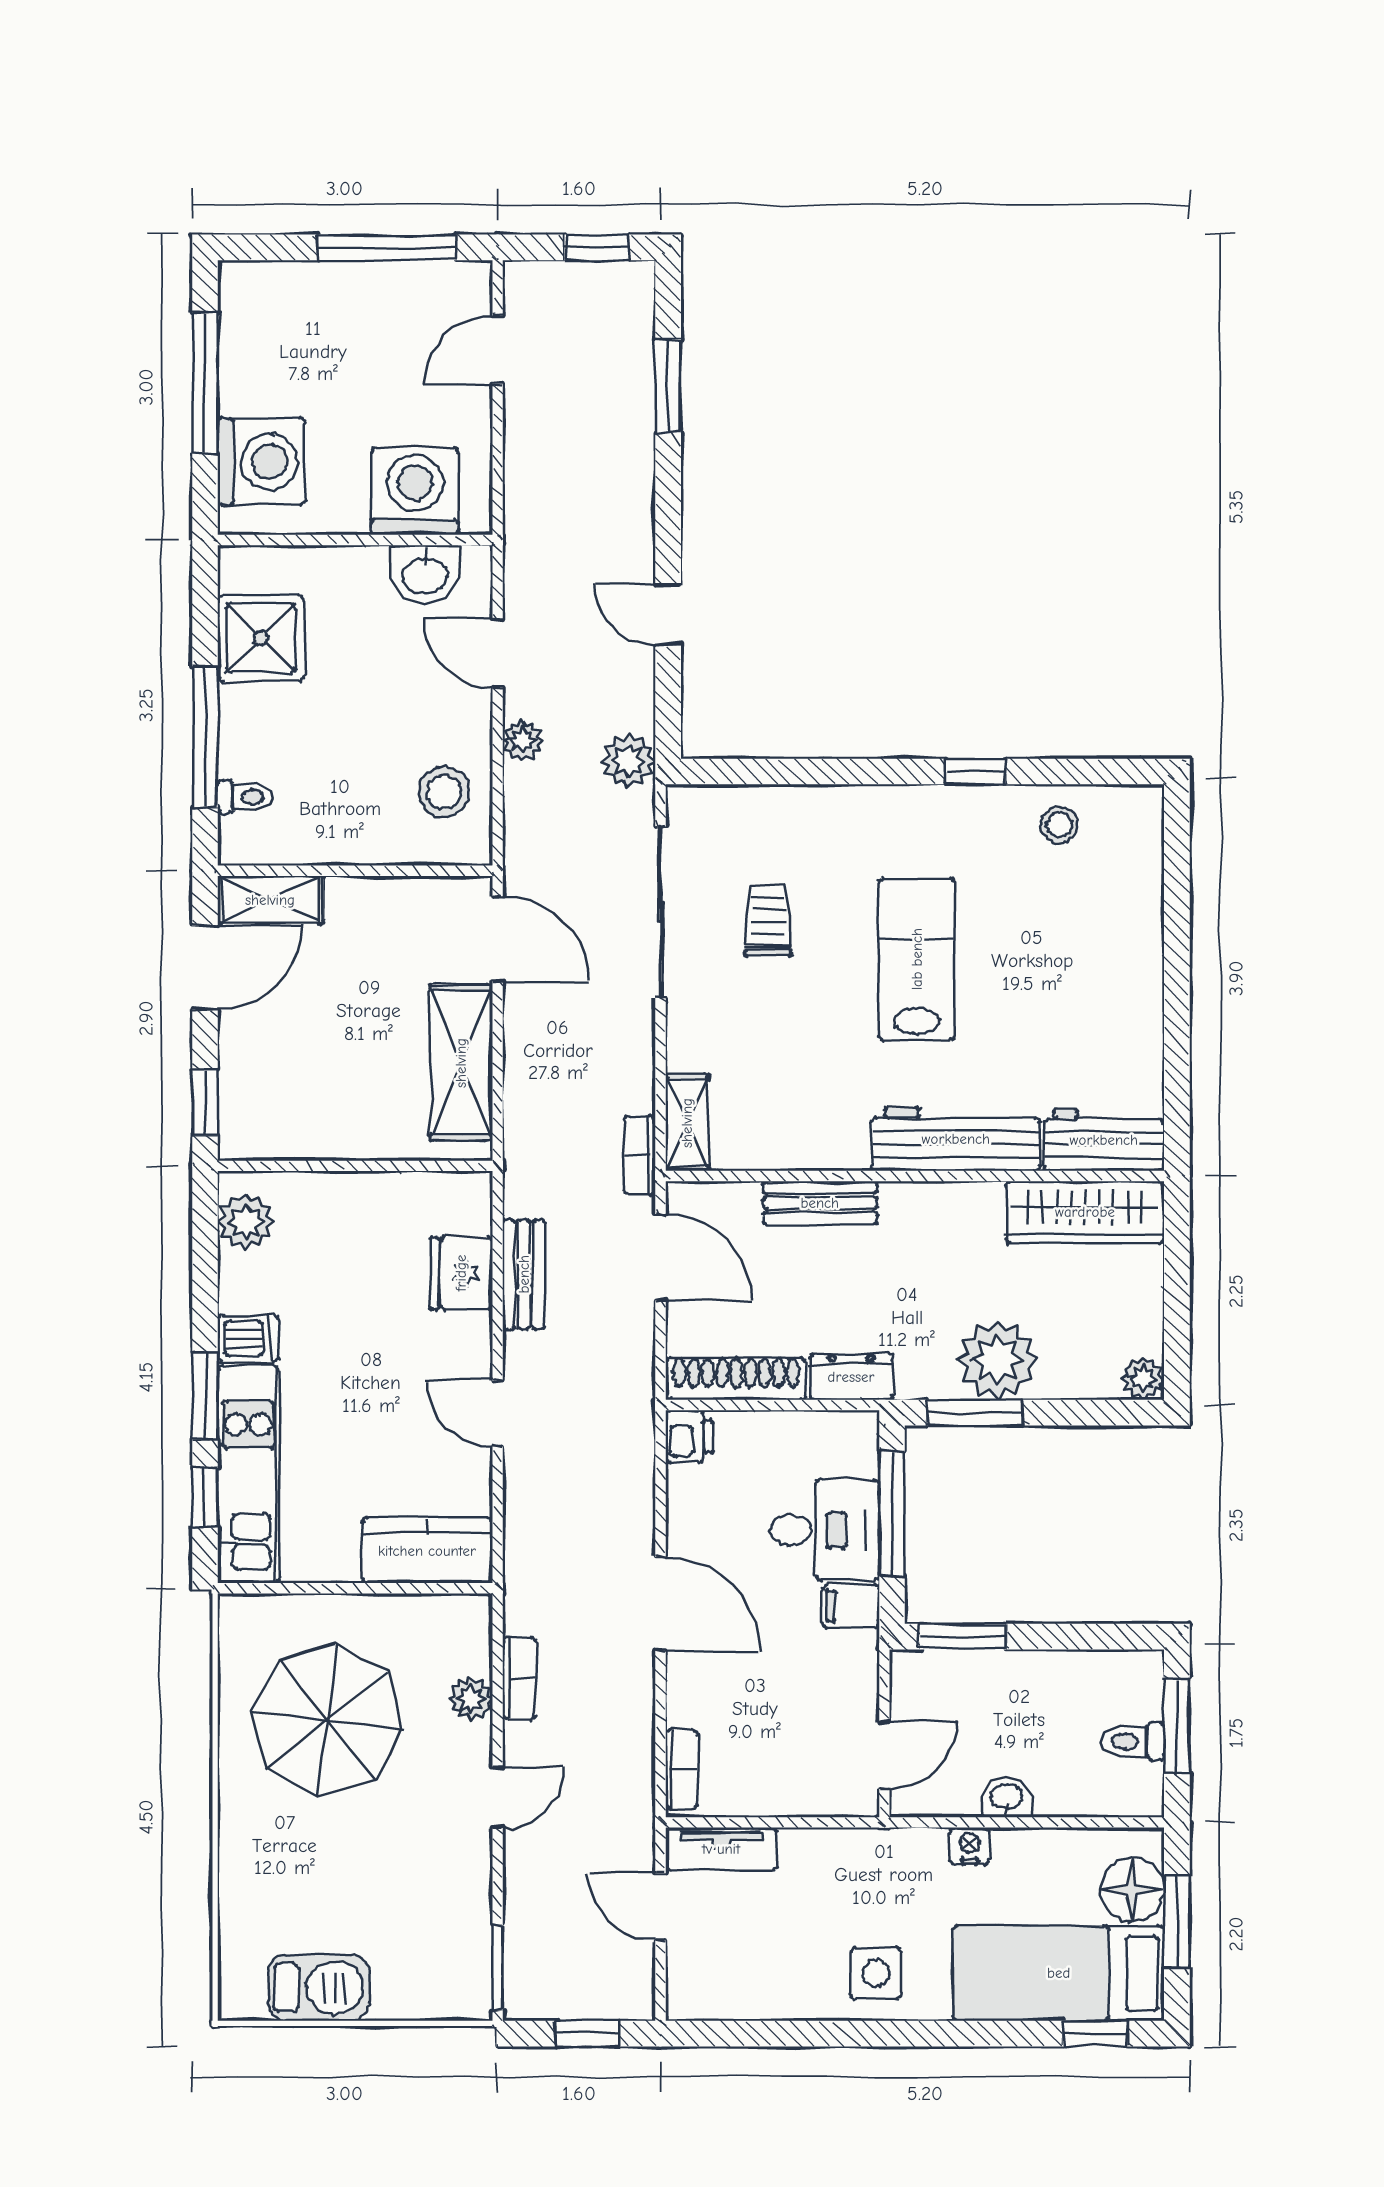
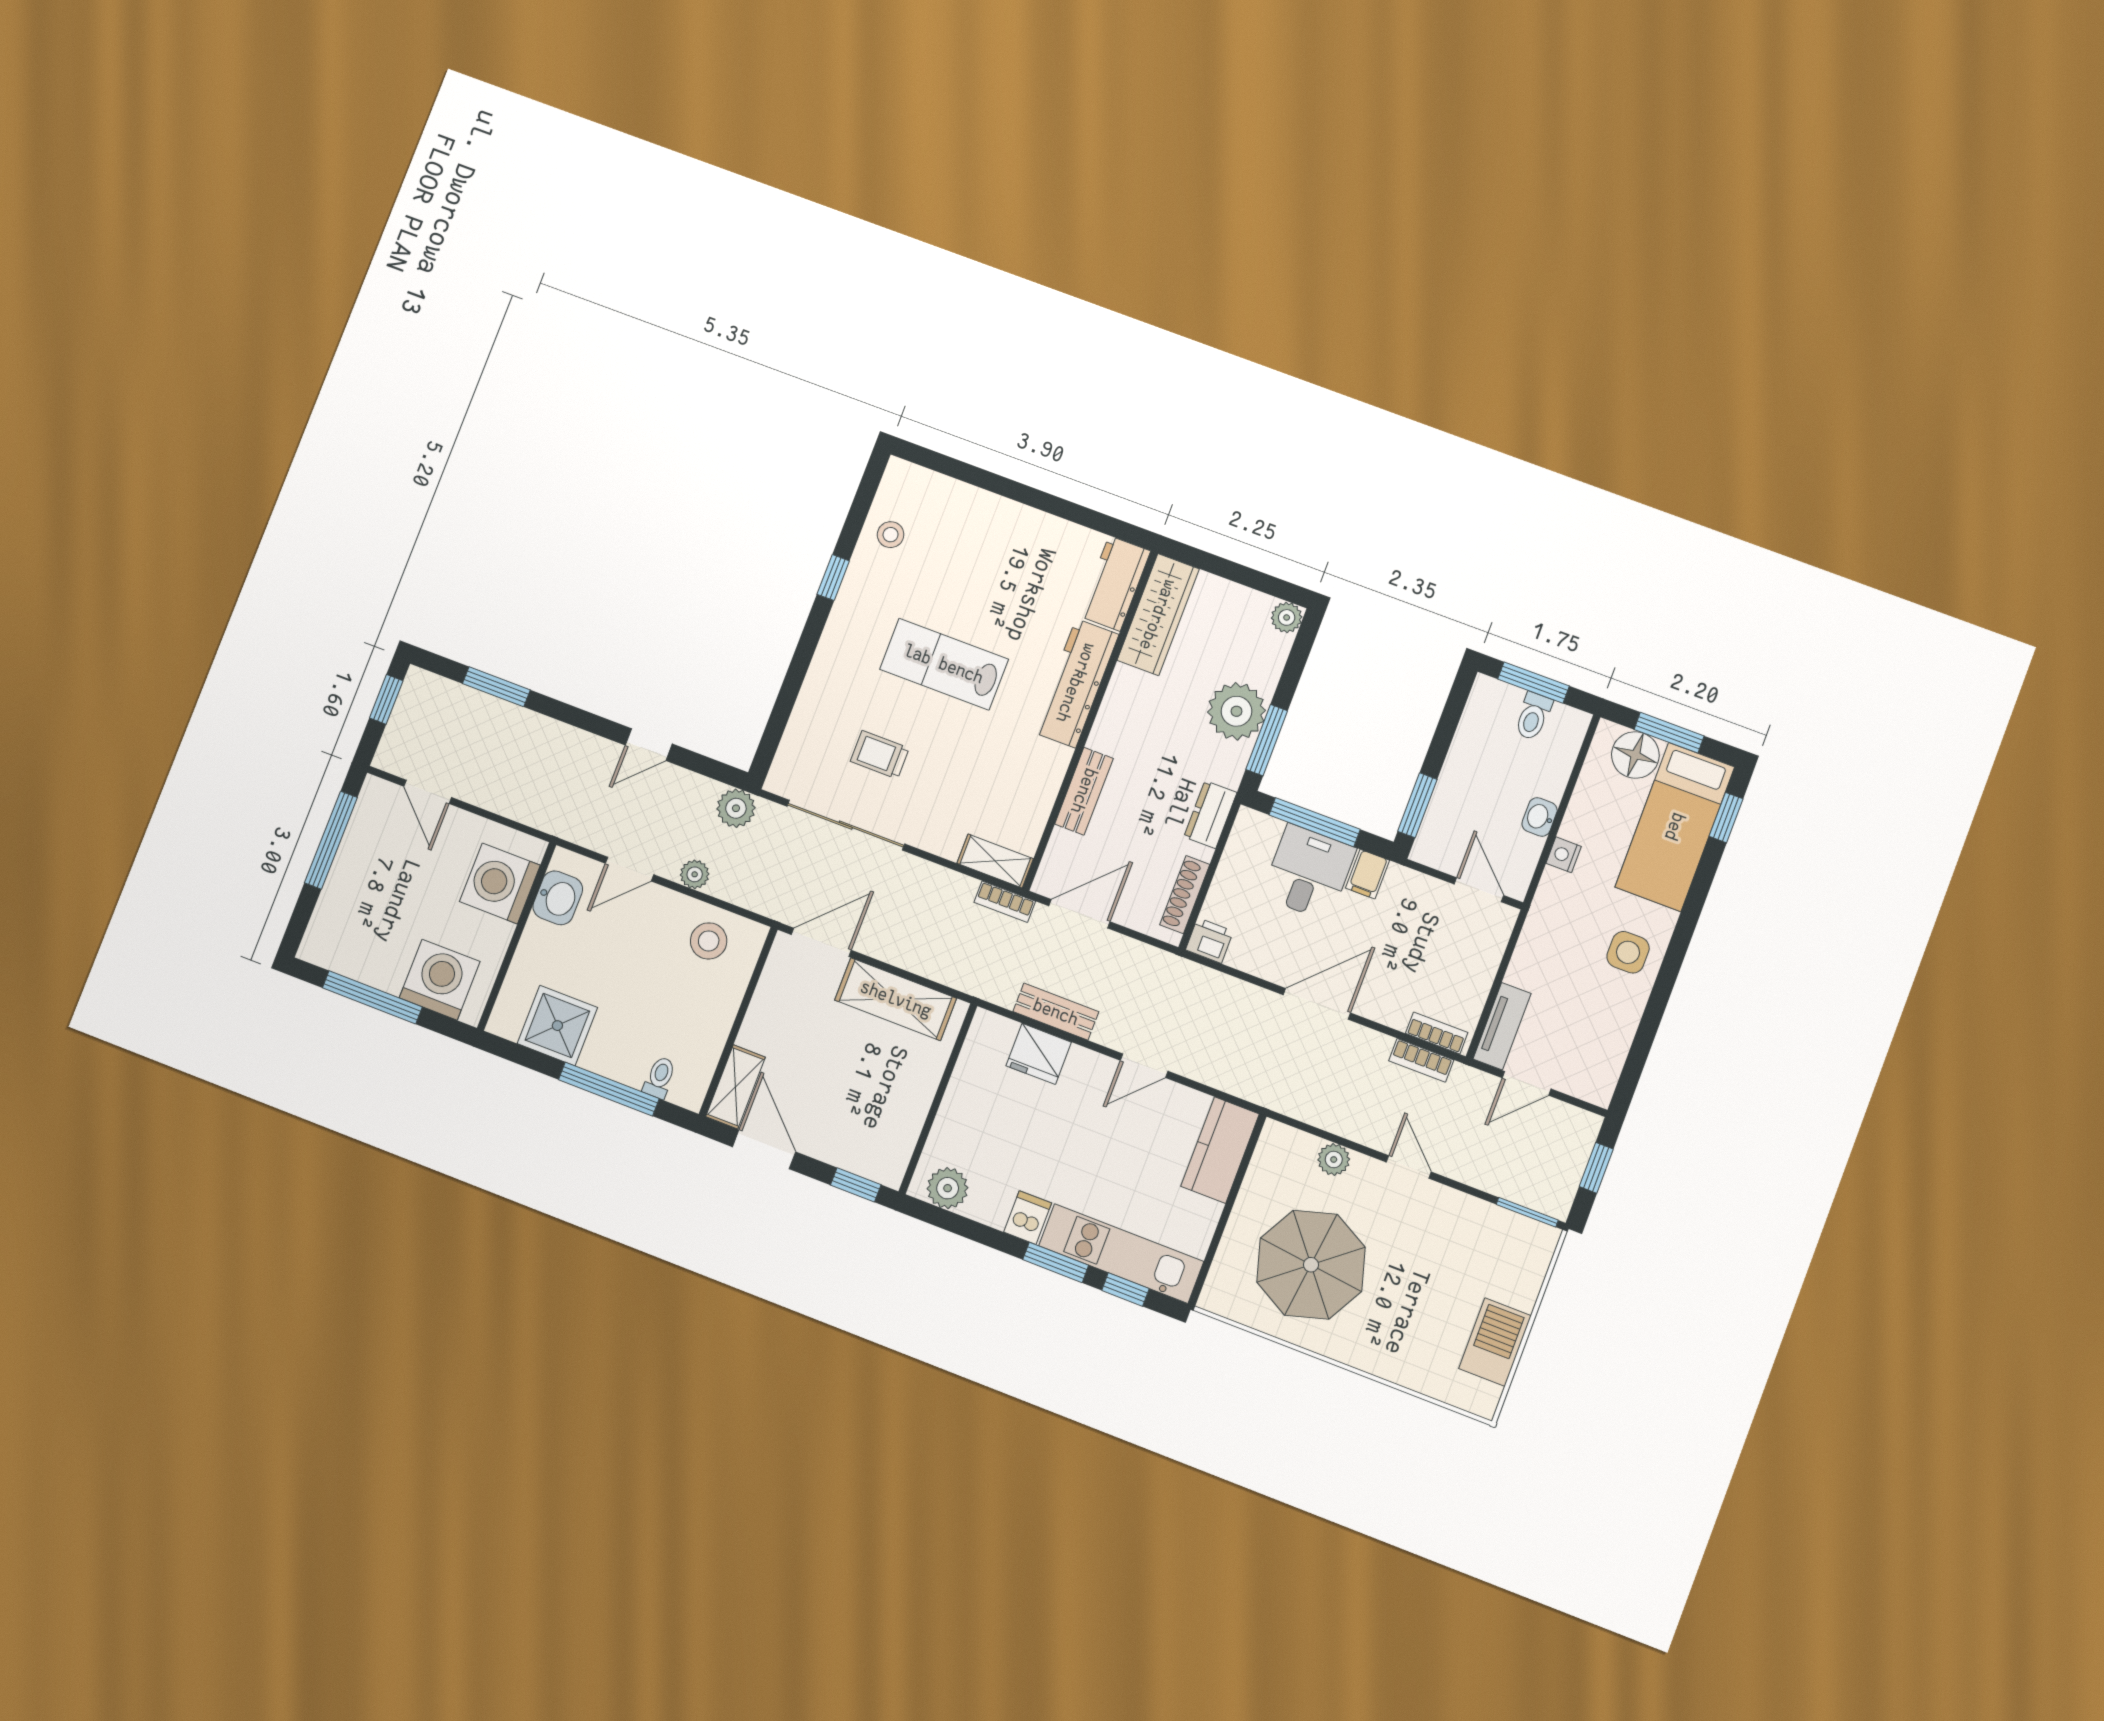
shoe rack: (736, 1379) -> (1185, 895), width x0.74, depth x0.81
bookcase: (519, 1678) -> (1421, 1060), moved, turned 180

